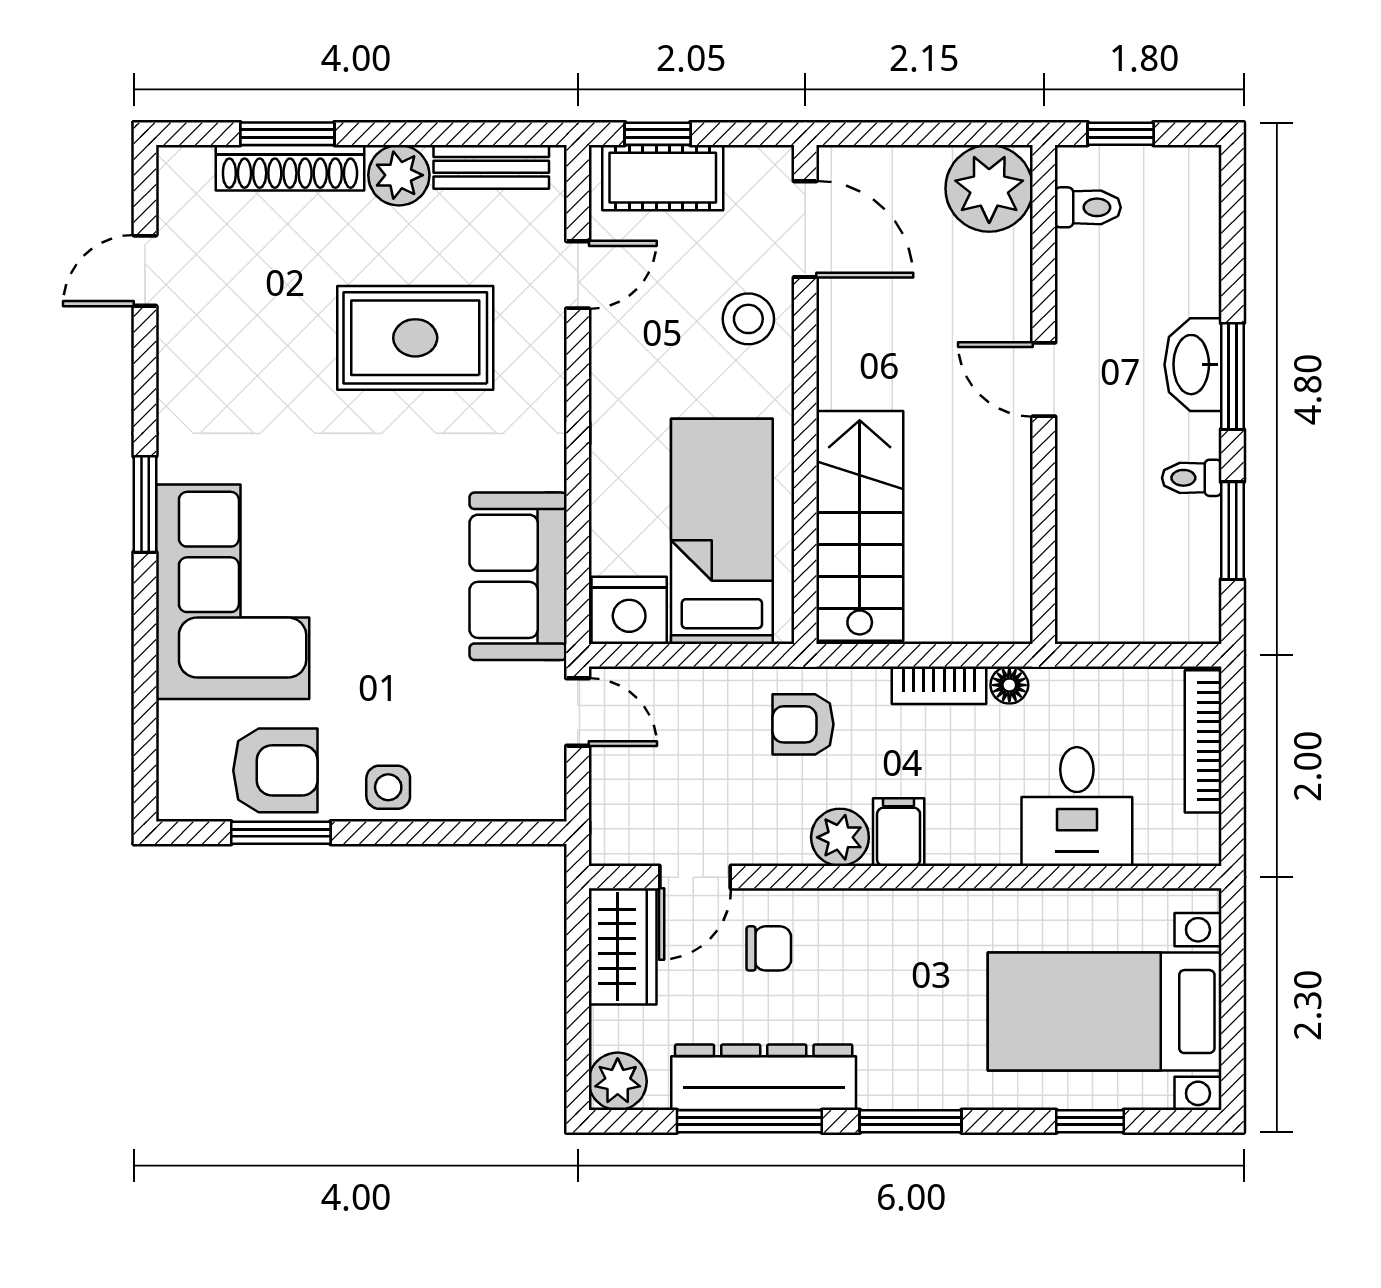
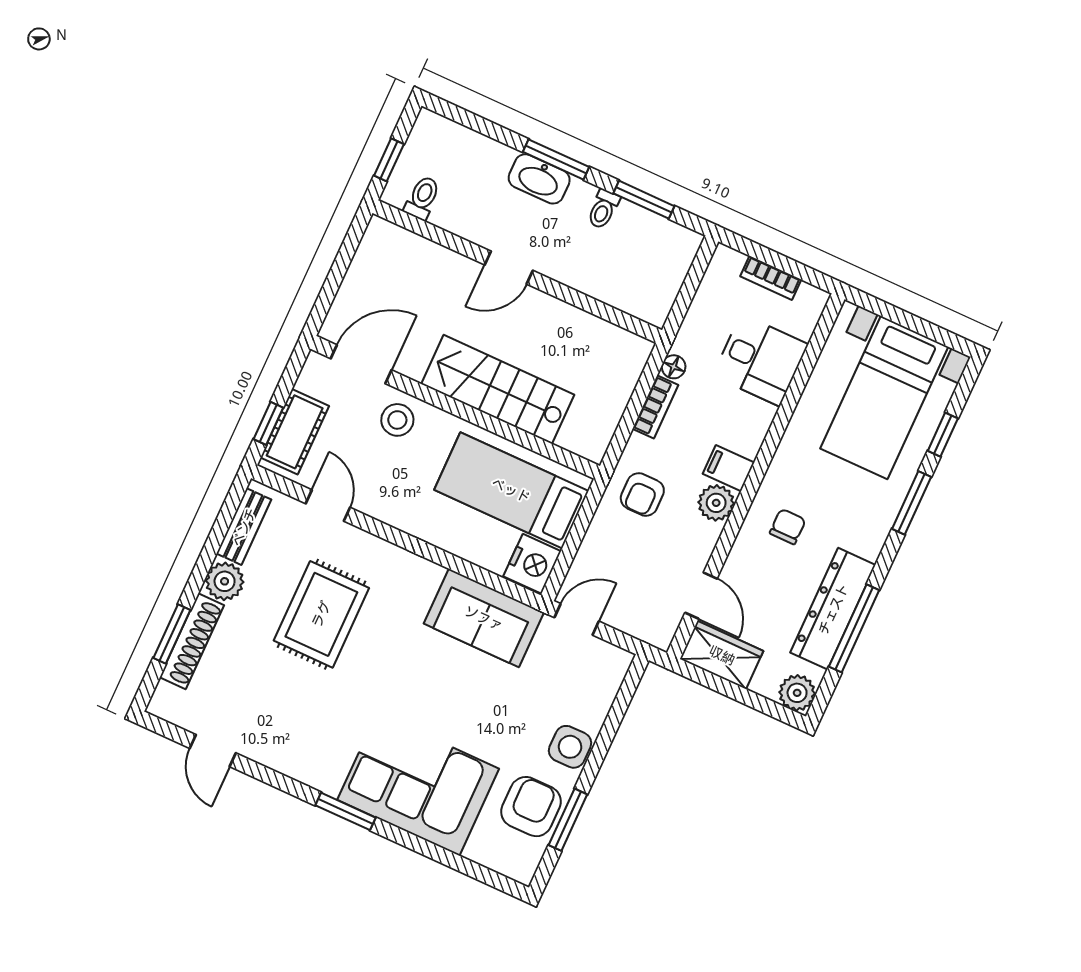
plant: (989, 188) -> (386, 249), removed
stairs: (860, 526) -> (498, 389), moved
bookcase: (1203, 741) -> (771, 278), width x0.64
side table: (388, 787) -> (570, 747), width x1.37, depth x1.37
chair: (769, 948) -> (788, 527), moved
window: (911, 1121) -> (912, 503), moved

